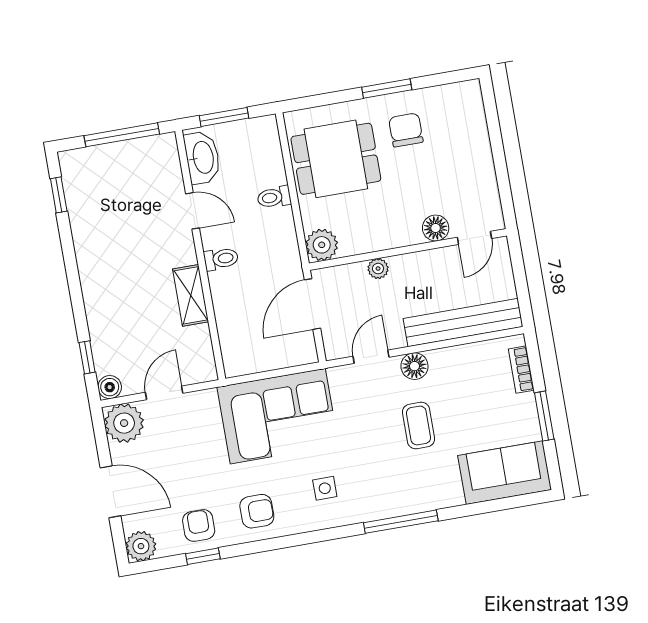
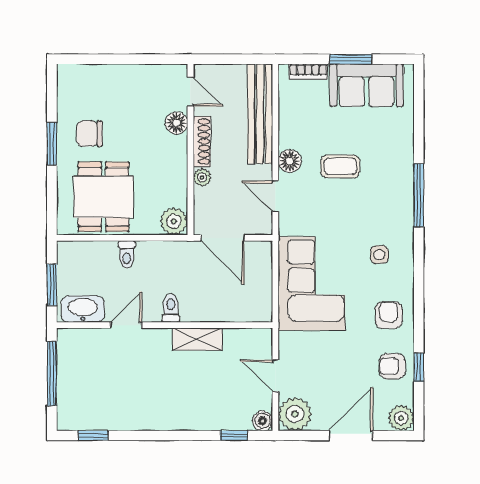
shoe rack: (419, 261) -> (202, 141), added
sofa: (505, 473) -> (366, 85), moved, turned -90

